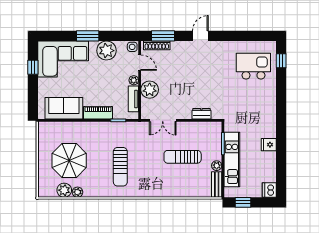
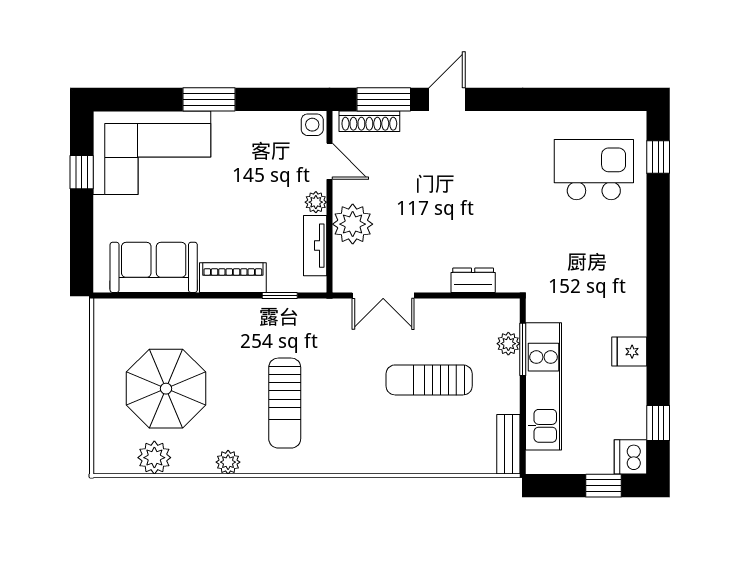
door: (200, 36) -> (447, 99), moved
plant: (106, 51) -> (253, 133), removed
plant: (217, 166) -> (508, 344), moved
window: (281, 175) -> (658, 423), added
plant: (78, 192) -> (228, 462), moved
window: (243, 202) -> (603, 486), moved

